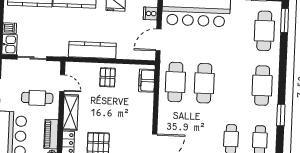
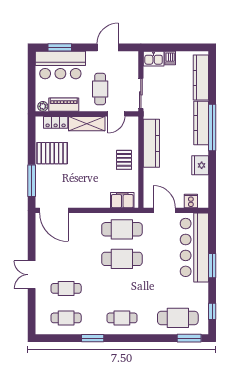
sliding door: (32, 58) -> (141, 93), moved
pallet: (108, 77) -> (124, 160), turned 90
cafe table: (262, 86) -> (122, 318), width x0.73, depth x0.74

